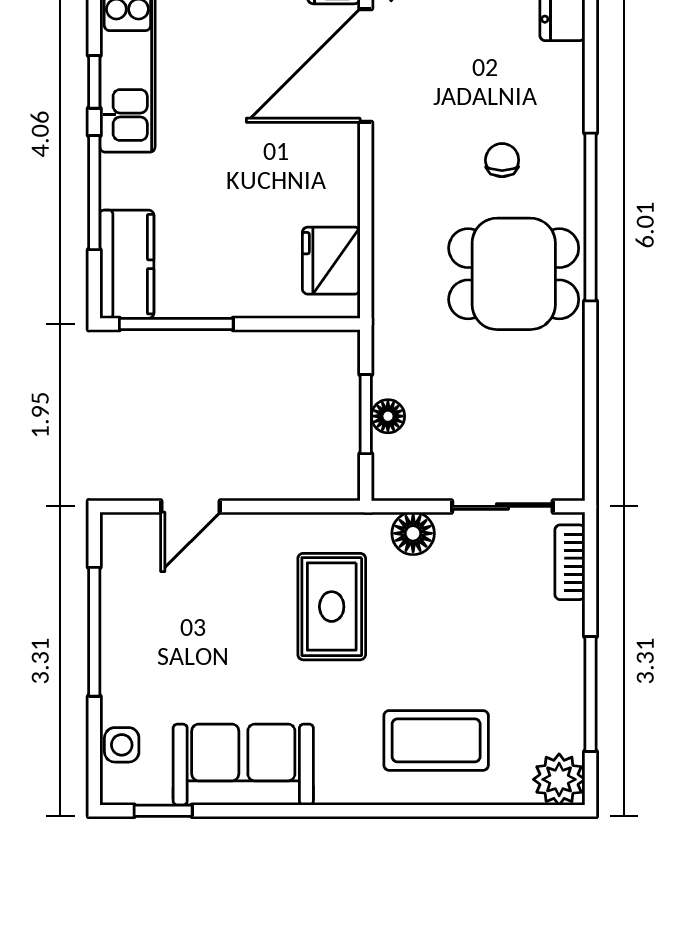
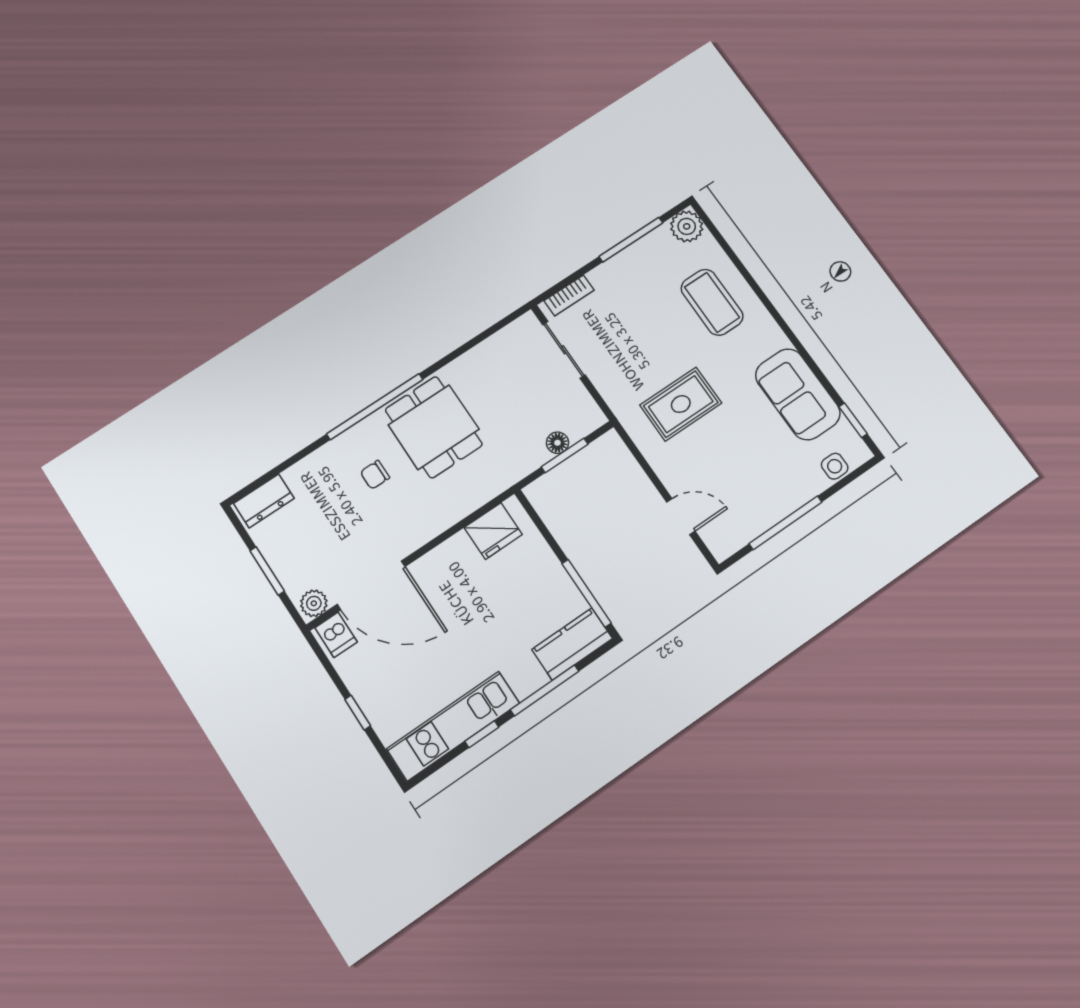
floor lamp: (413, 533) -> (611, 387), removed

